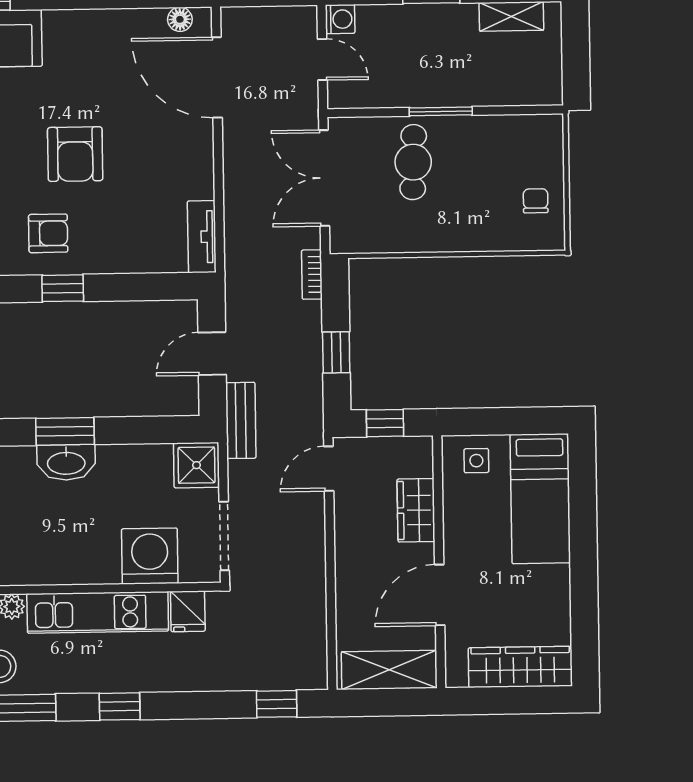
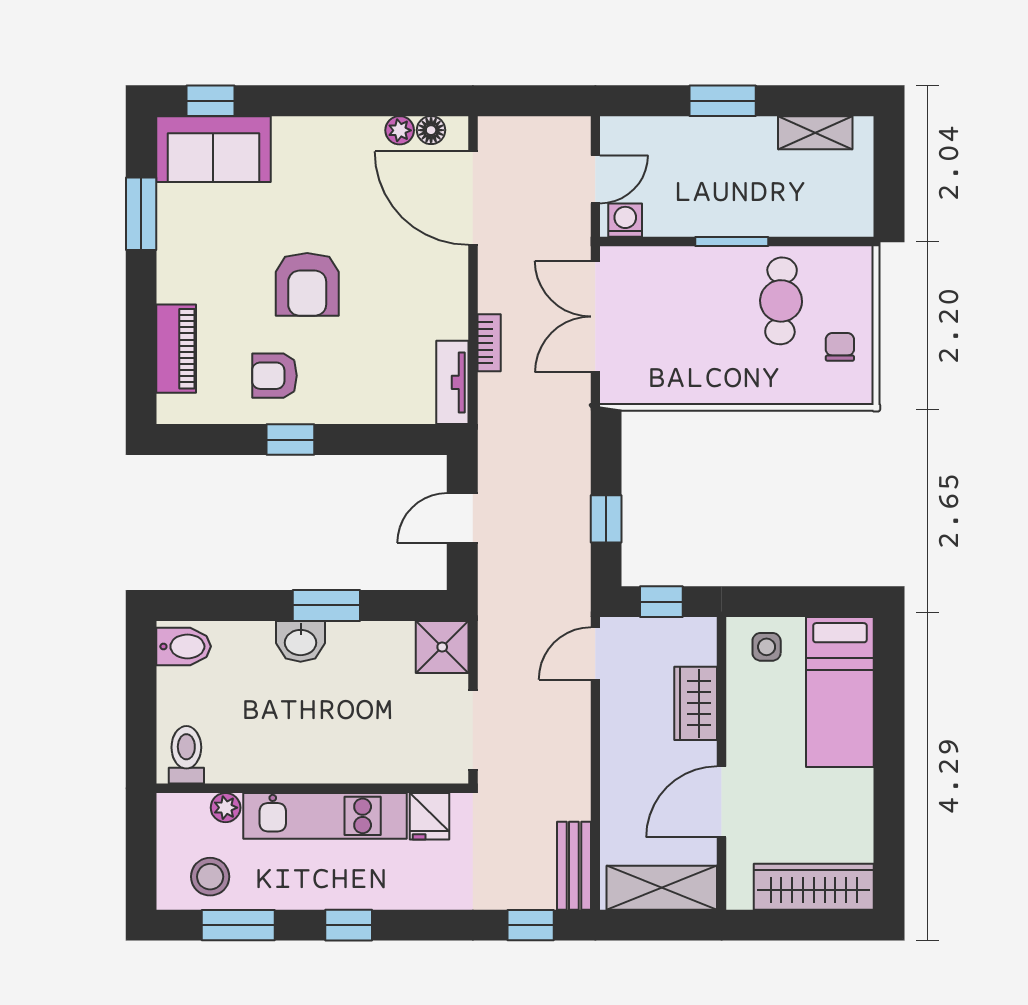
washing machine: (340, 19) -> (625, 220), moved, turned -90
plant: (153, 20) -> (400, 130), added
door: (322, 60) -> (595, 179), hinge flipped
cafe table: (413, 162) -> (781, 301), moved
armchair: (48, 233) -> (274, 376), turned 180
bookcase: (312, 275) -> (489, 343), moved, turned 180
bench: (241, 420) -> (574, 866), moved
window: (65, 431) -> (326, 605), moved
washbasin: (66, 462) -> (301, 641), width x0.72
washing machine: (150, 556) -> (386, 752), removed

